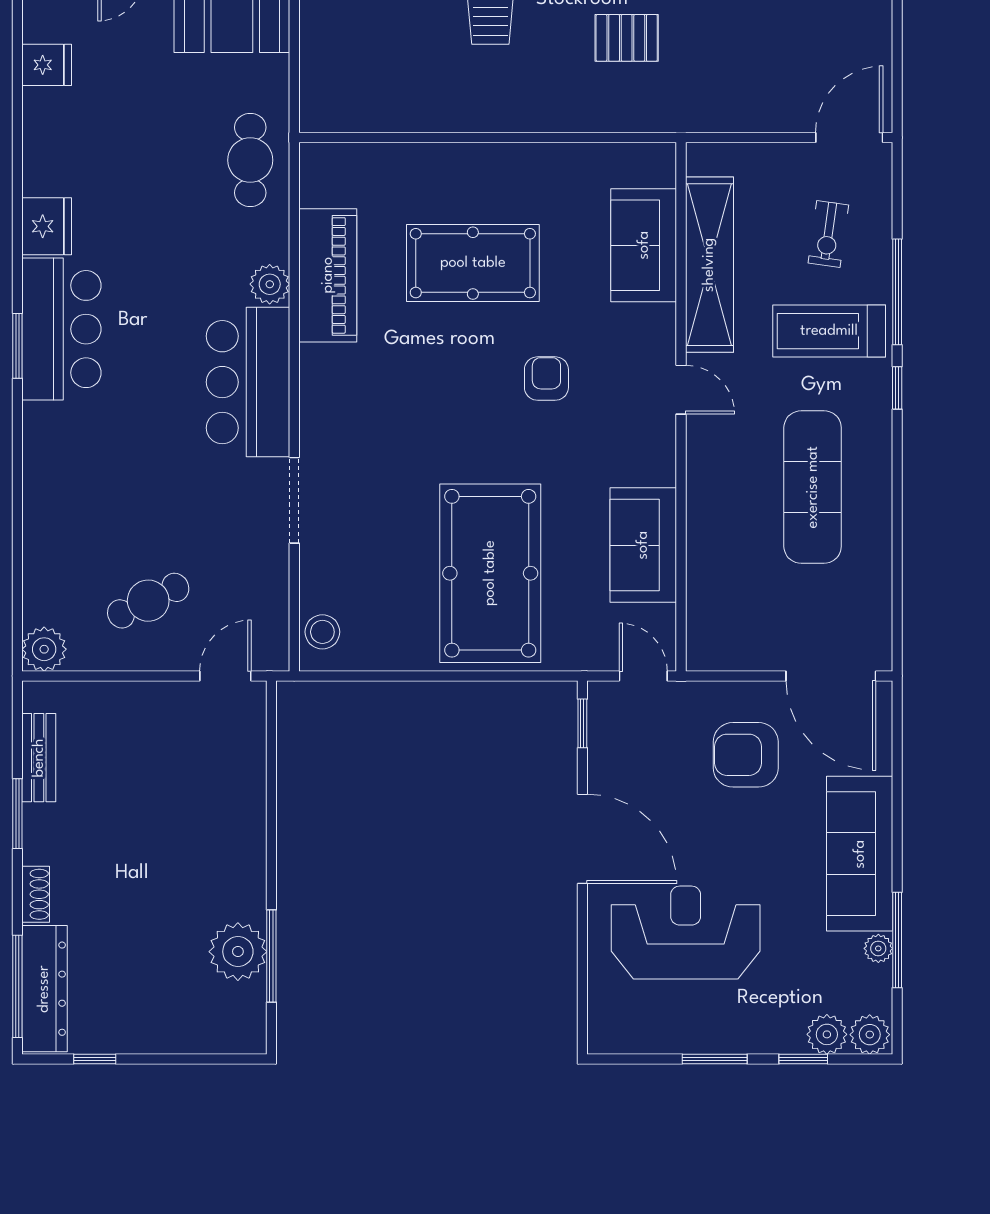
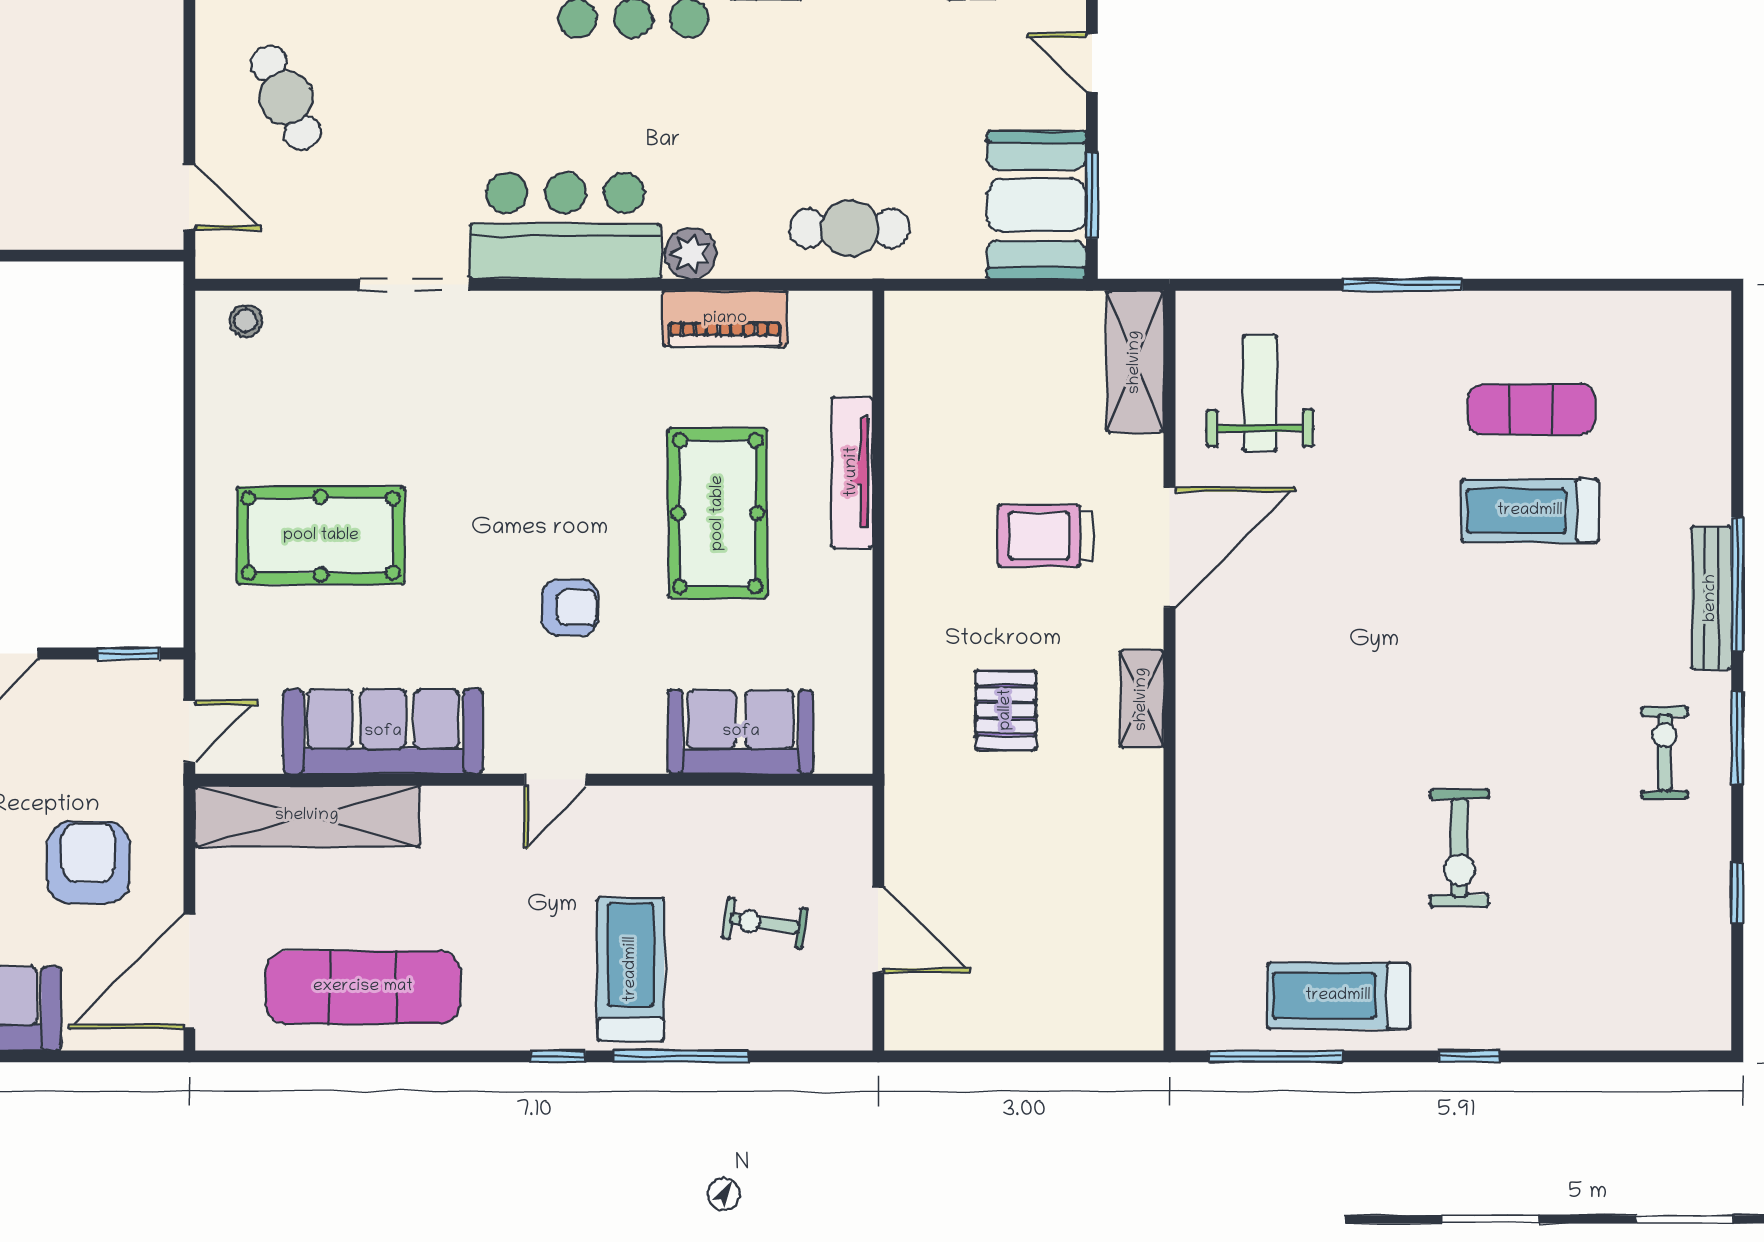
door: (849, 138) -> (878, 930), moved
tv unit: (441, 158) -> (852, 472), added
exercise bike: (828, 234) -> (765, 923), moved
shelving: (709, 265) -> (307, 816), moved
piano: (328, 275) -> (725, 319), width x0.73, depth x0.75
exercise mat: (813, 487) -> (363, 987), moved
sofa: (643, 545) -> (383, 732), width x1.36
pool table: (490, 573) -> (321, 536), width x0.73, depth x0.76
stool: (322, 632) -> (246, 321), width x0.73, depth x0.73

